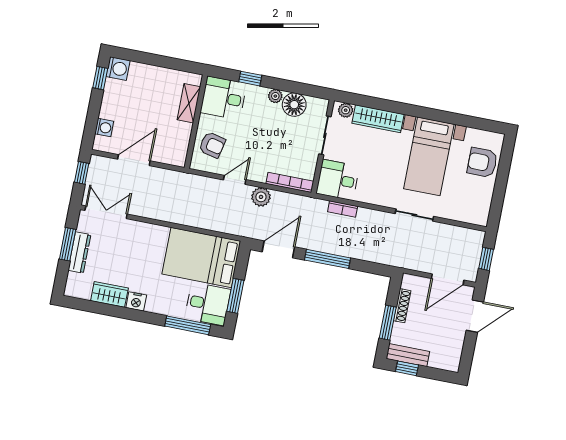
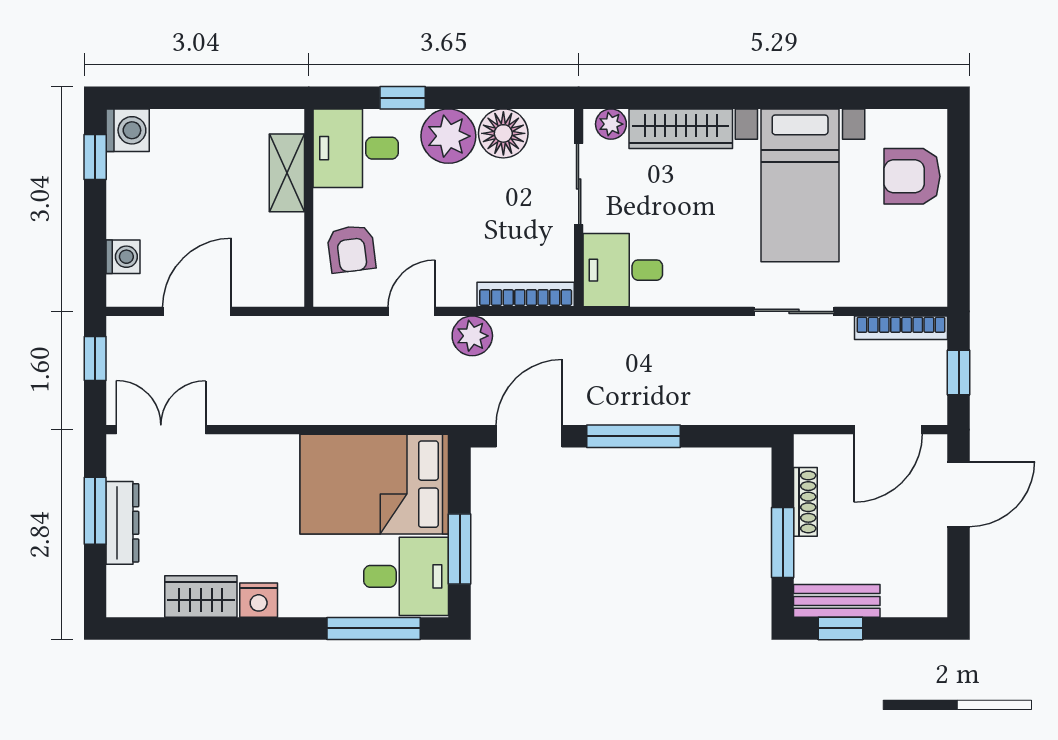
plant: (275, 96) -> (448, 136), width x1.88, depth x1.88
armchair: (212, 145) -> (351, 249), turned 70
bookcase: (343, 209) -> (901, 328), moved, width x1.56

